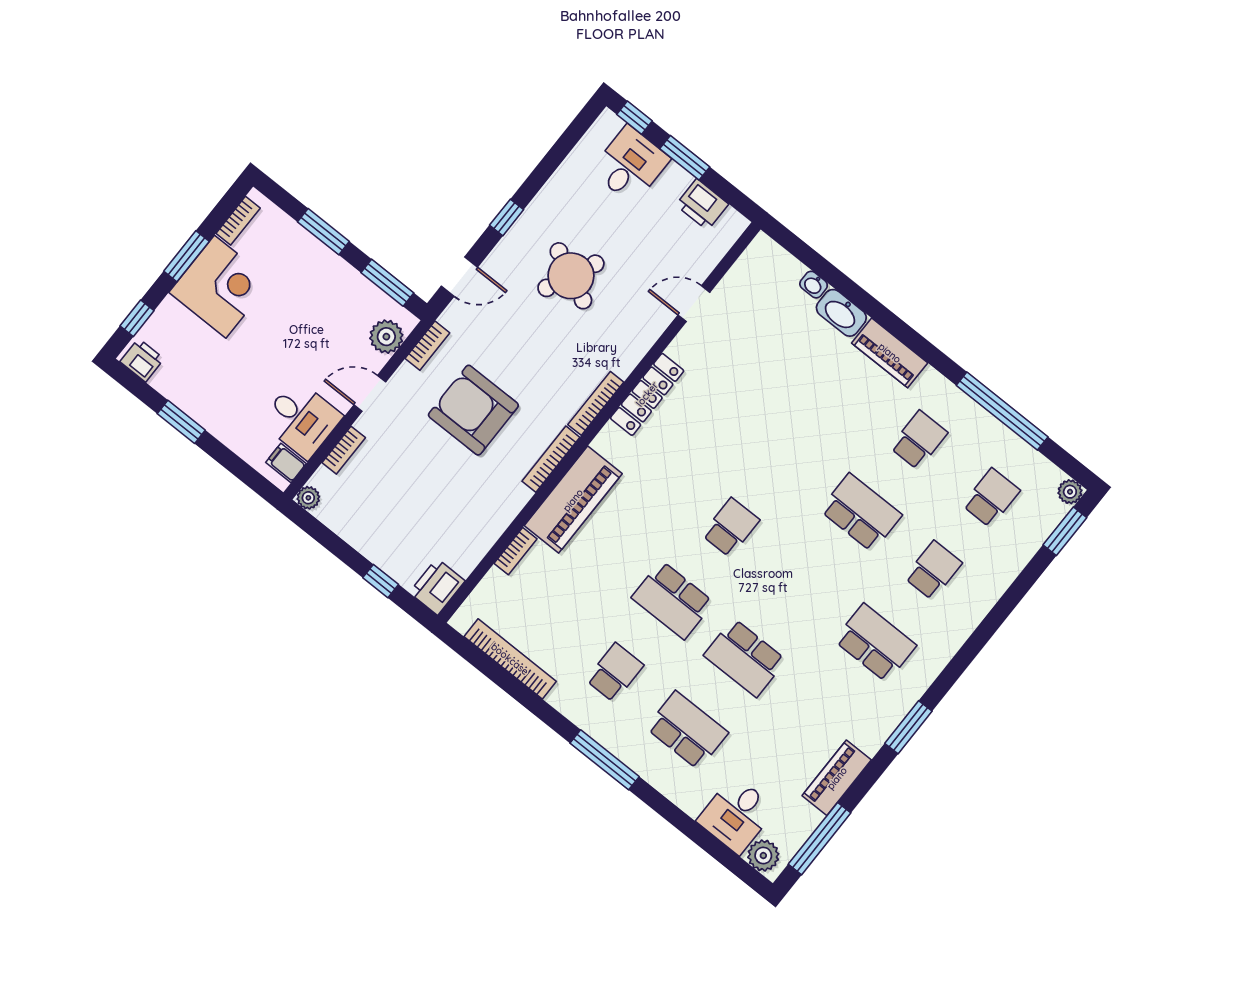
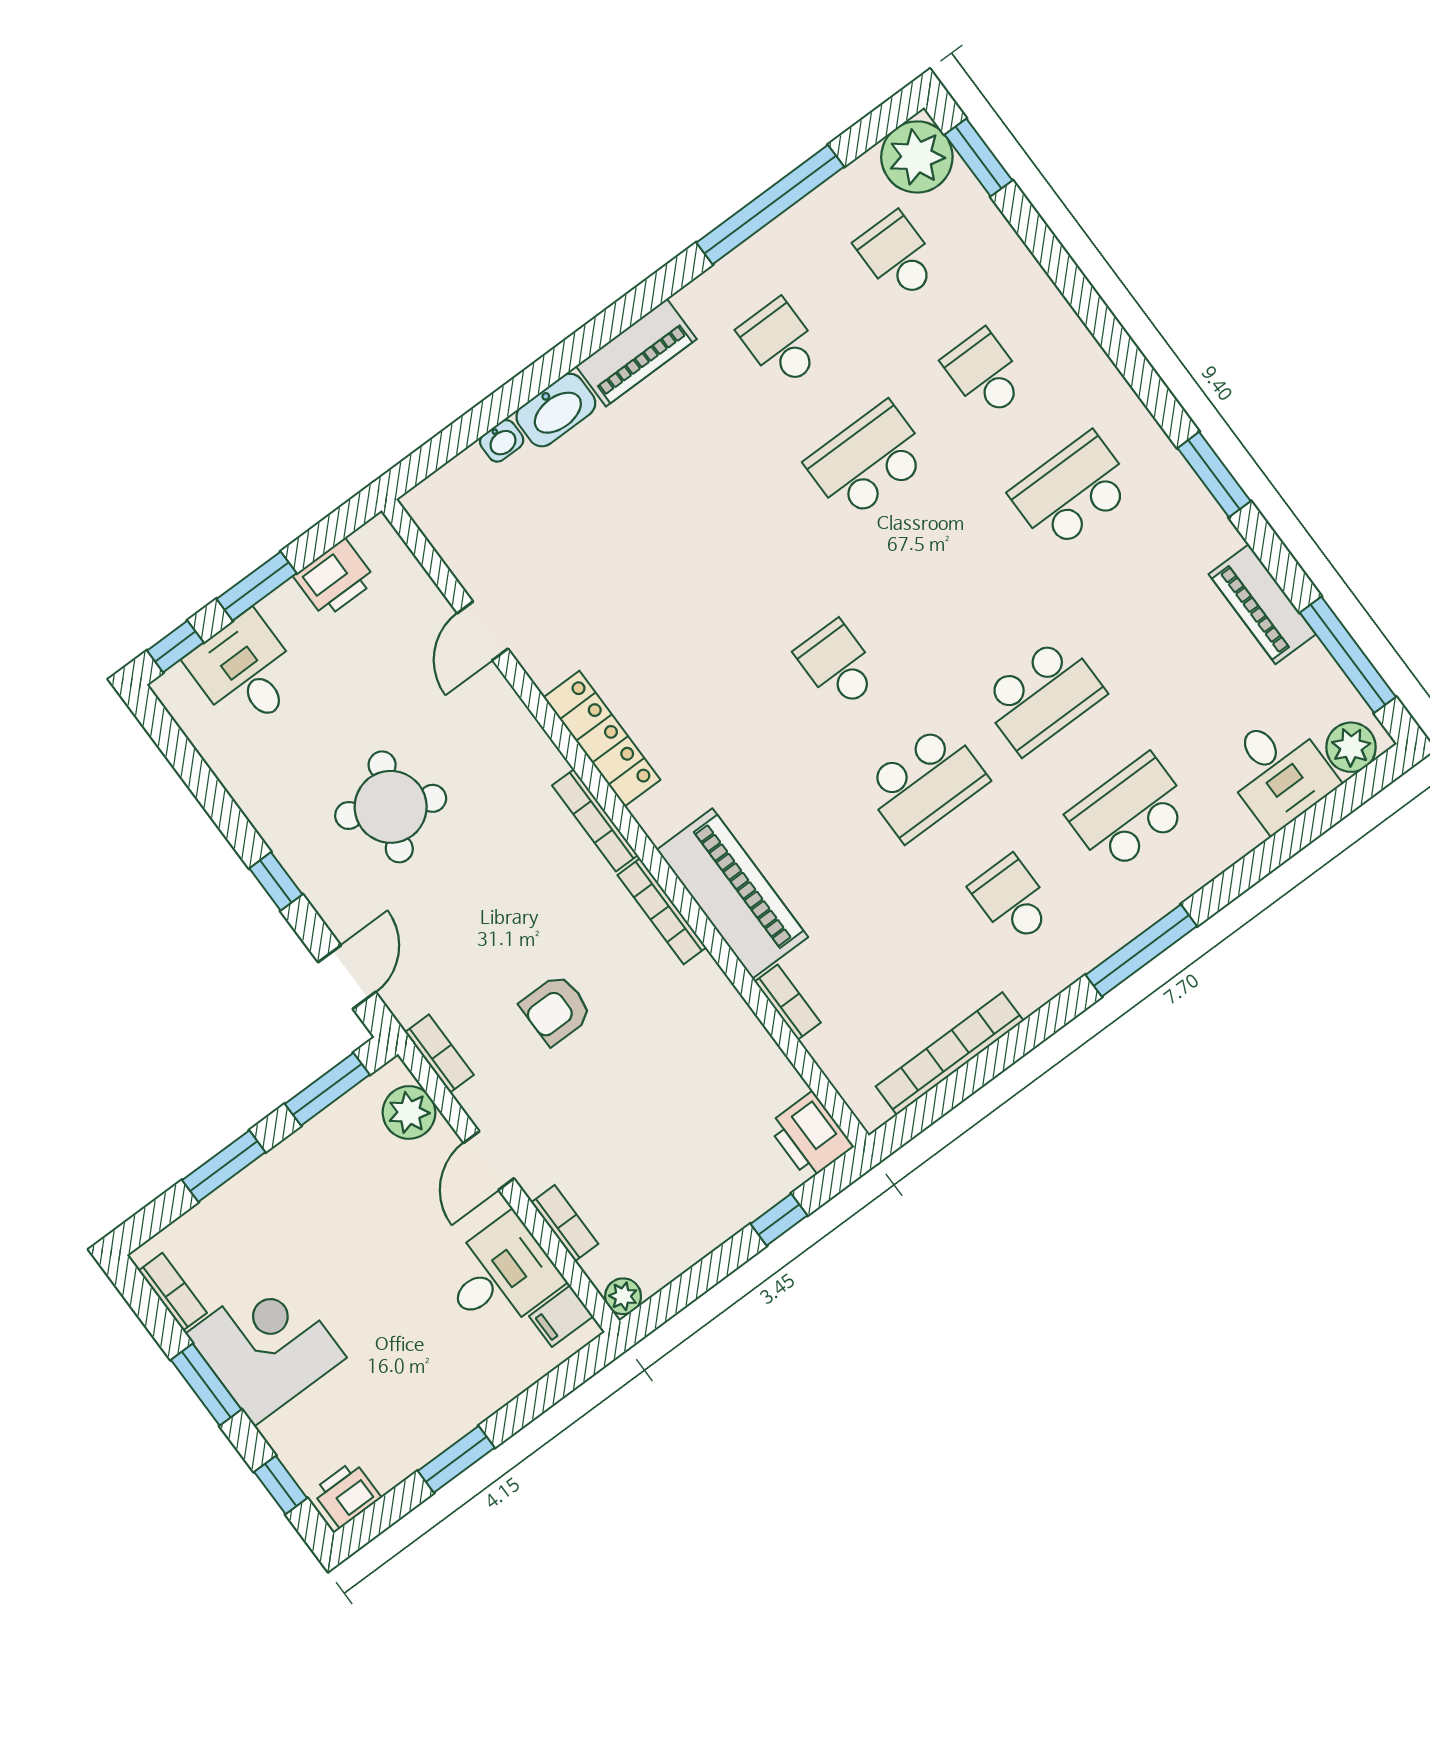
armchair: (473, 410) -> (556, 1010), width x0.53, depth x0.53
plant: (1070, 492) -> (917, 157), width x1.88, depth x1.88

